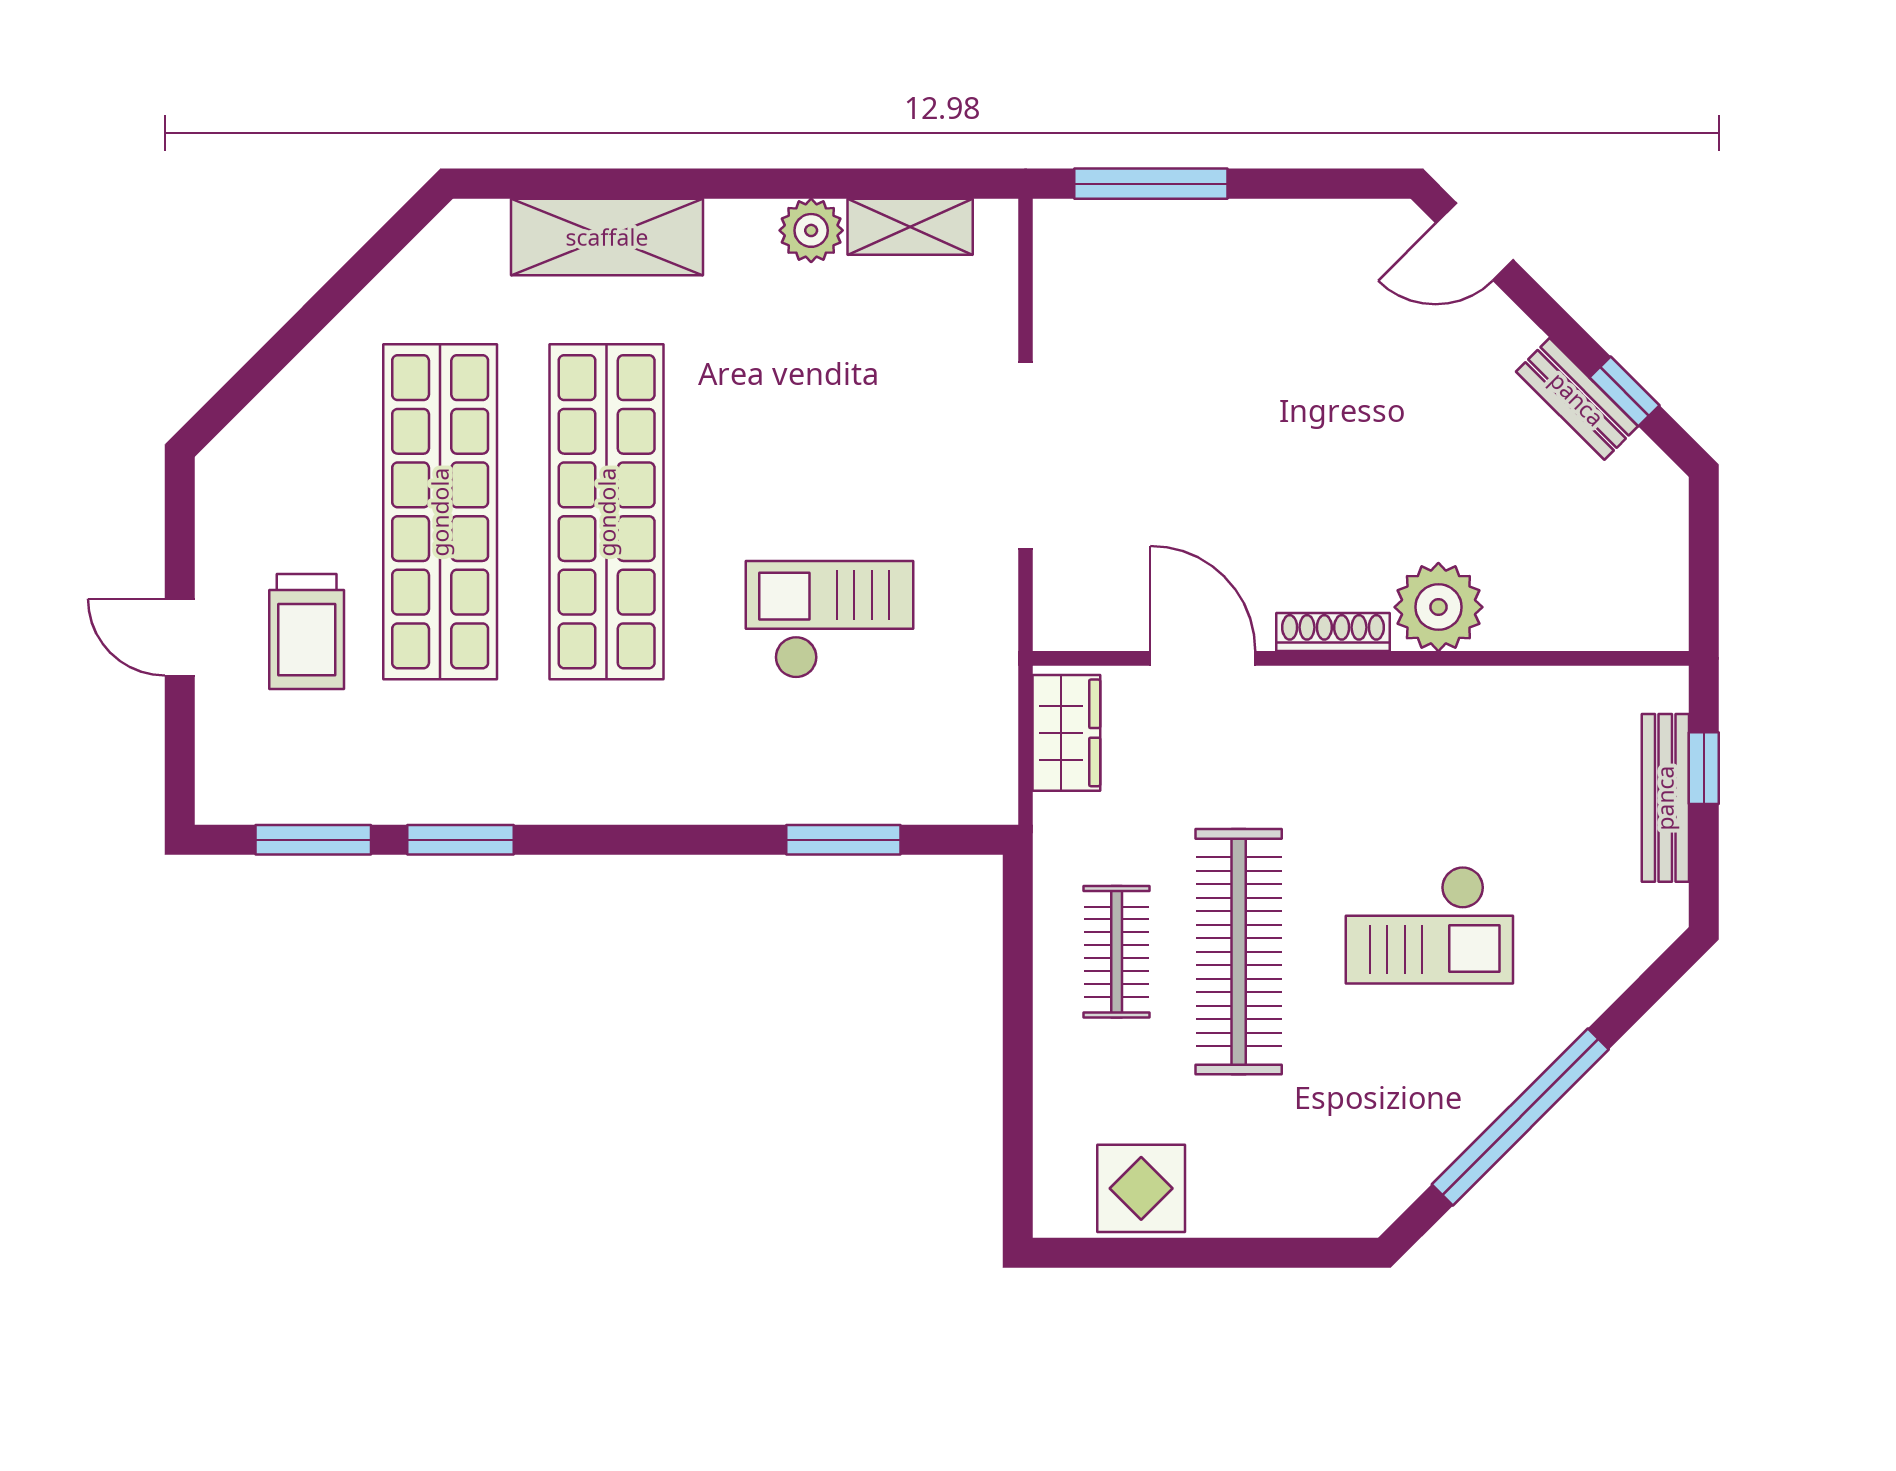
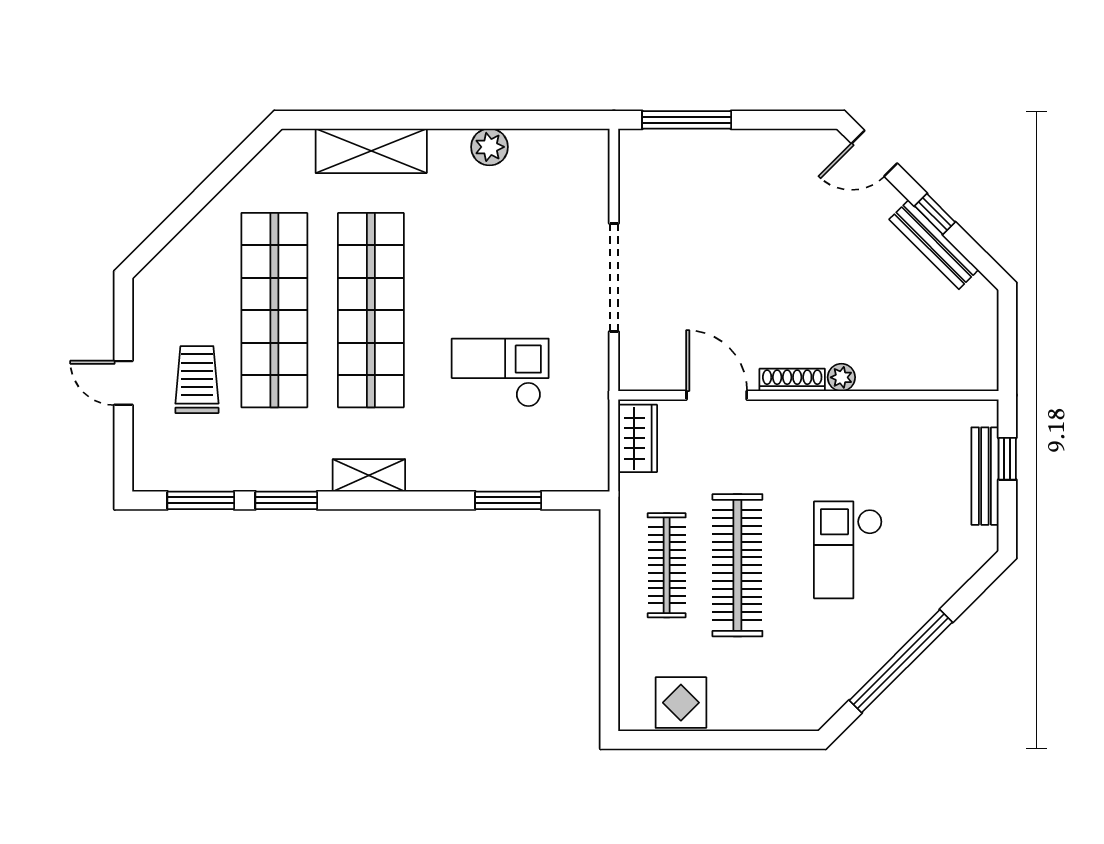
shelving: (910, 227) -> (369, 475), moved
window: (1624, 391) -> (935, 214), moved
bench: (1577, 399) -> (934, 245), width x1.36
plant: (1438, 607) -> (841, 377), width x0.53, depth x0.53
trolley: (307, 631) -> (197, 380), turned 180
checkout: (1429, 925) -> (848, 550), turned 90
clothes rail: (1117, 952) -> (667, 565), width x1.36

